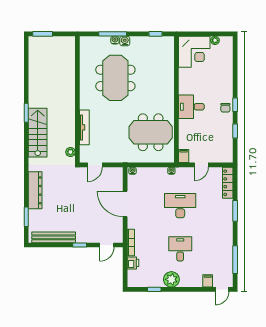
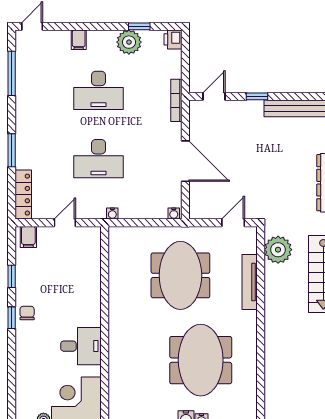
desk: (191, 107) -> (81, 346), moved
meeting table: (151, 132) -> (180, 275), moved, turned 90
plant: (70, 152) -> (278, 250), width x1.88, depth x1.88
filing cabinet: (184, 156) -> (28, 237), moved
desk: (180, 249) -> (98, 90), width x1.37
printer: (133, 263) -> (173, 39), moved
plant: (171, 279) -> (129, 42), moved
filing cabinet: (208, 281) -> (79, 40), moved

